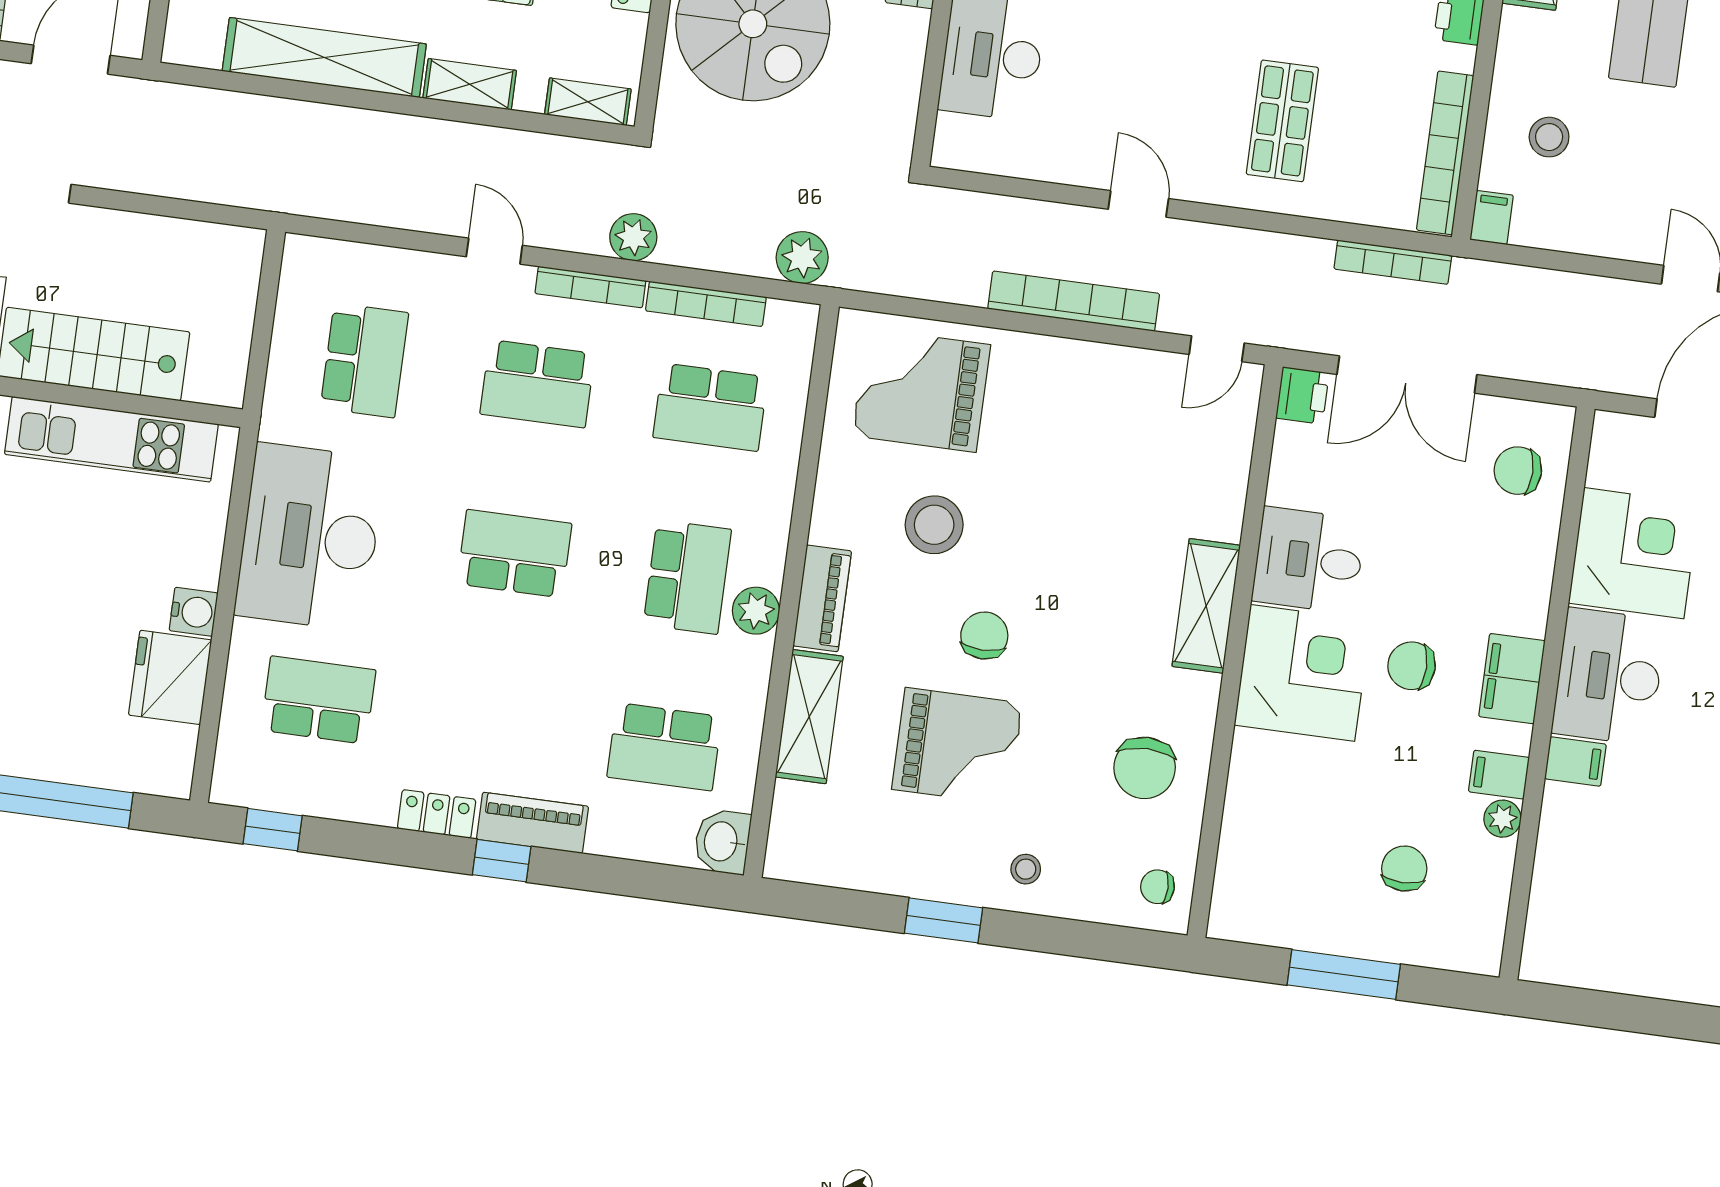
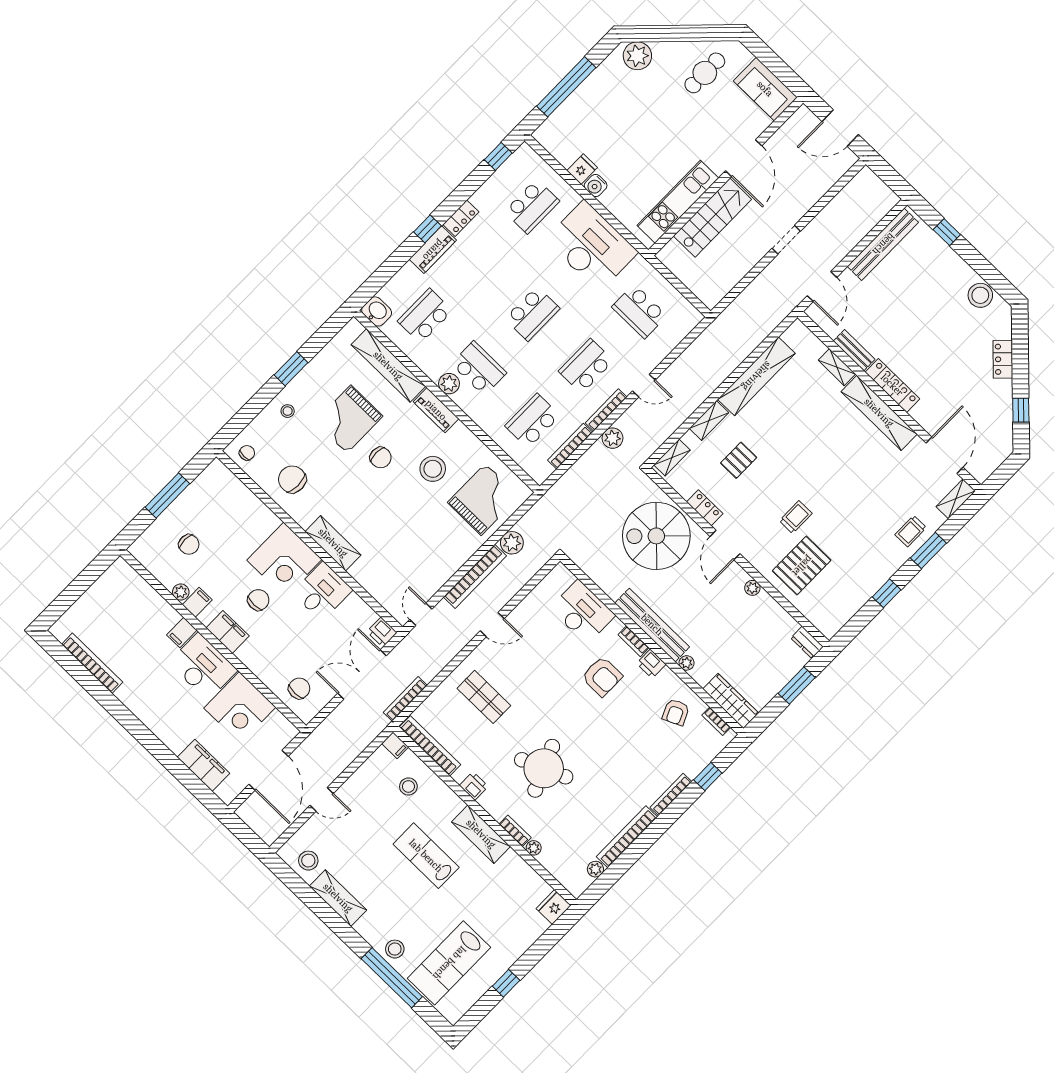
plant: (802, 258) -> (512, 543), moved
school desk: (687, 577) -> (479, 368), turned 180
fridge: (170, 677) -> (582, 169), width x0.53, depth x0.75
shelving: (809, 717) -> (388, 366), width x1.47

